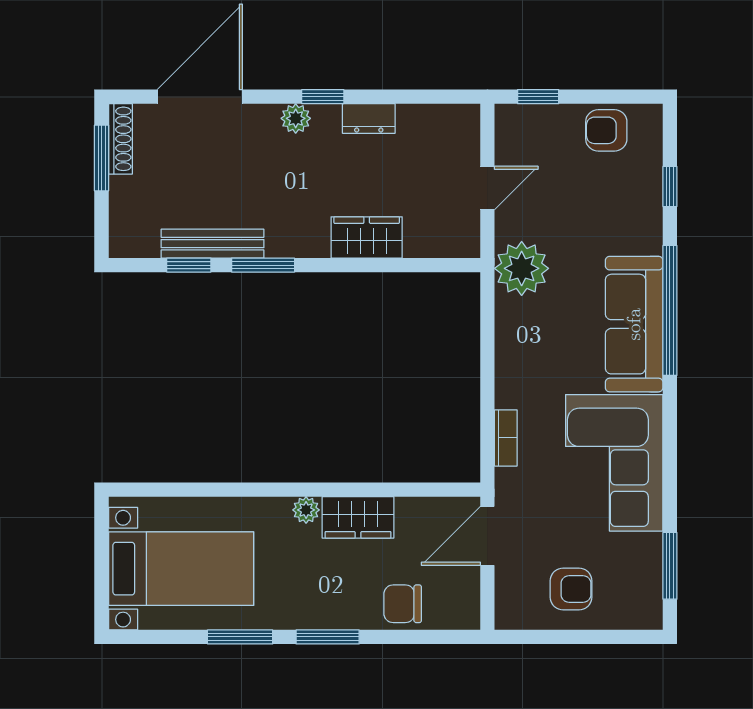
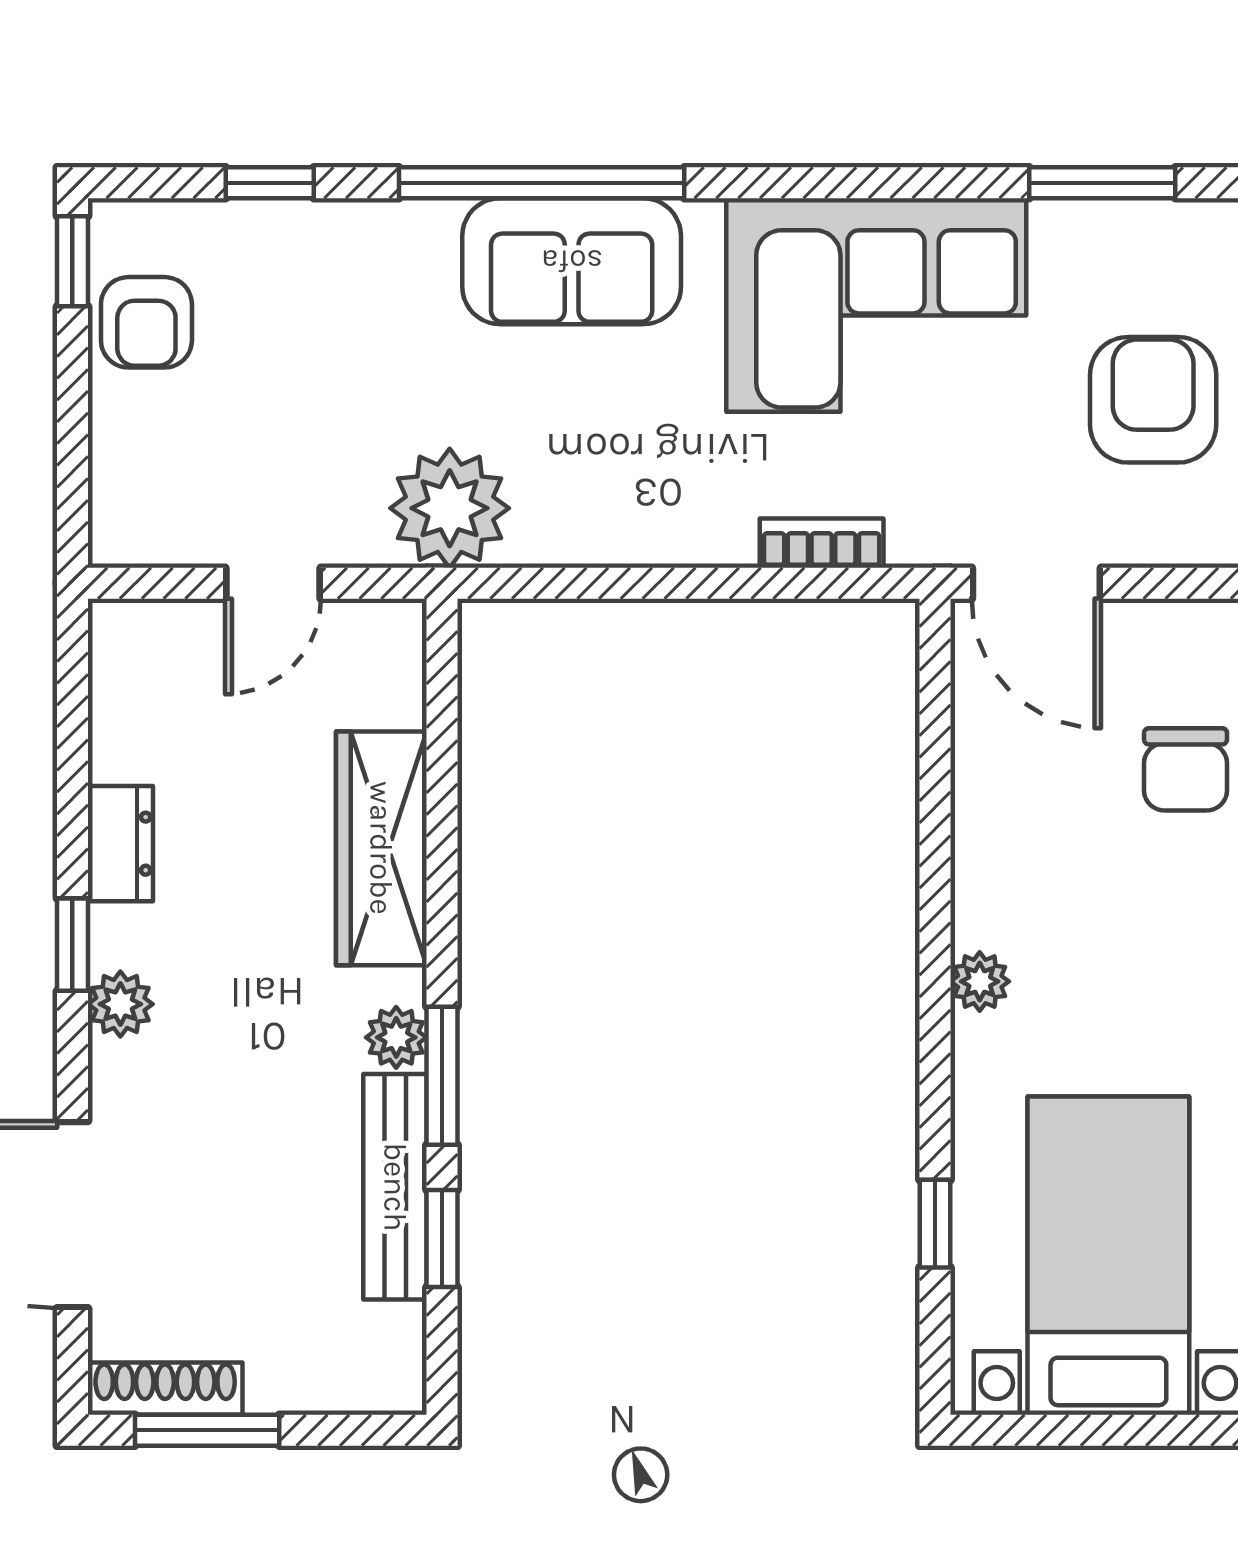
window: (538, 97) -> (72, 261), moved
door: (487, 188) -> (273, 583), swing flipped
wardrobe: (367, 237) -> (381, 848), width x1.50
plant: (281, 244) -> (396, 1037), added
sofa: (634, 324) -> (572, 261), width x0.73
window: (196, 490) -> (935, 1224), added
wardrobe: (358, 517) -> (996, 867), removed
armchair: (571, 589) -> (1153, 400), width x1.38, depth x1.38

